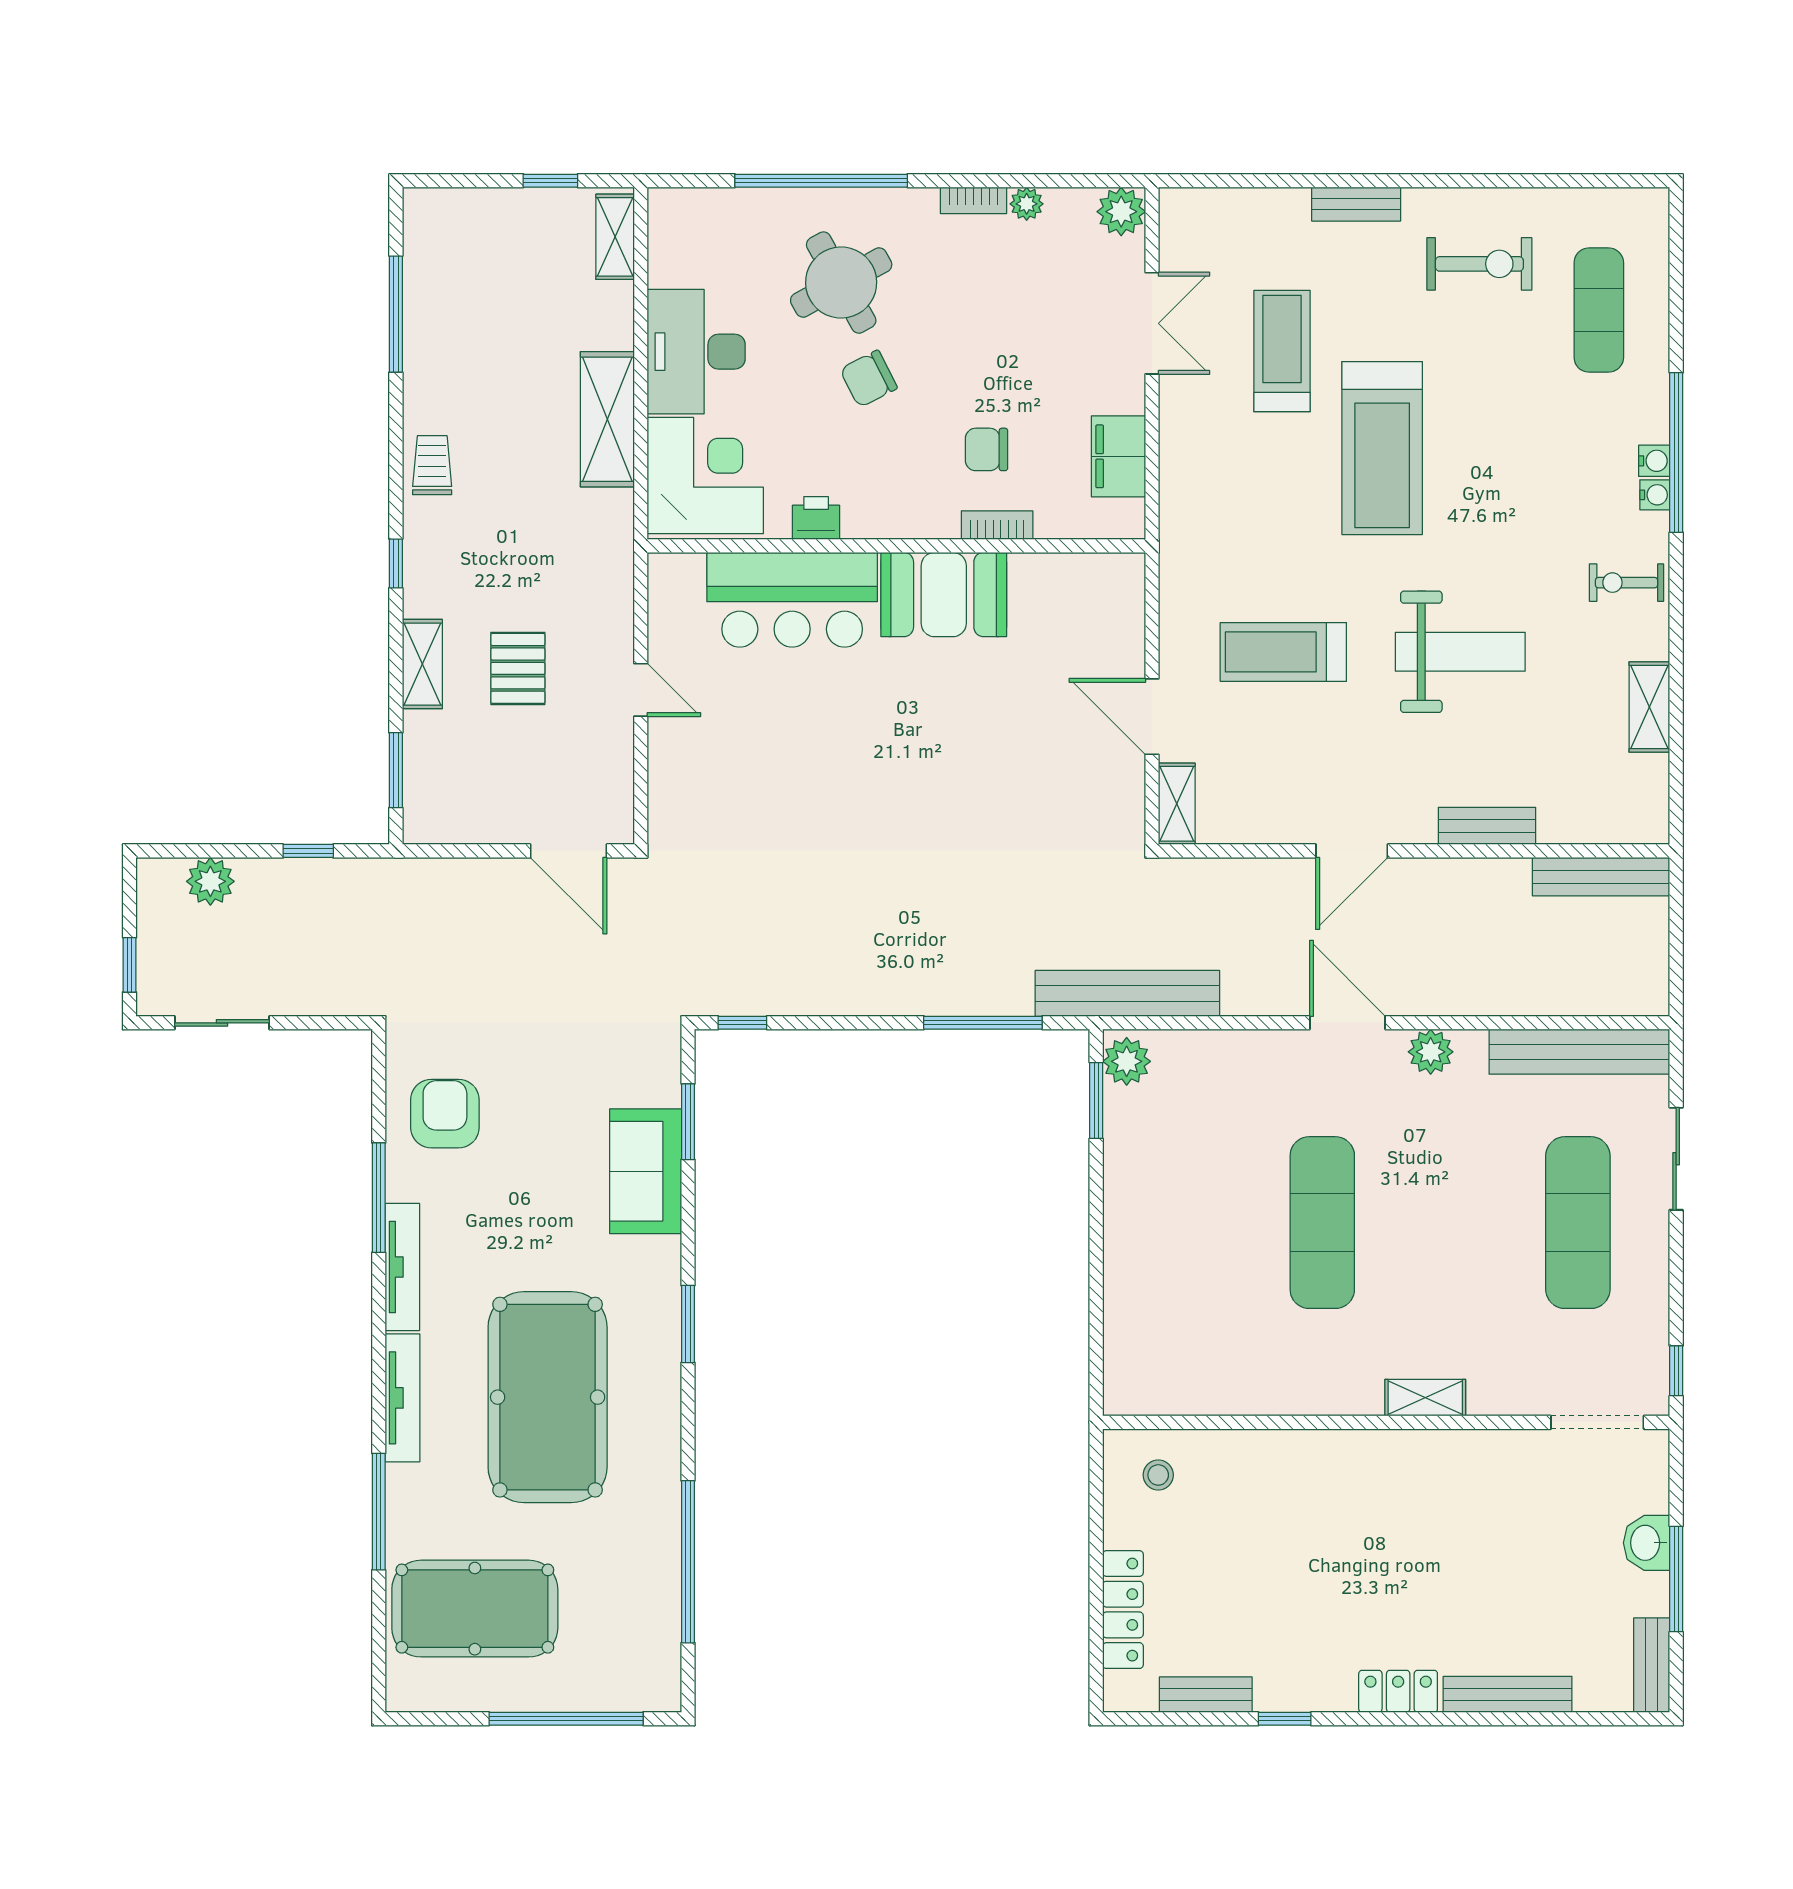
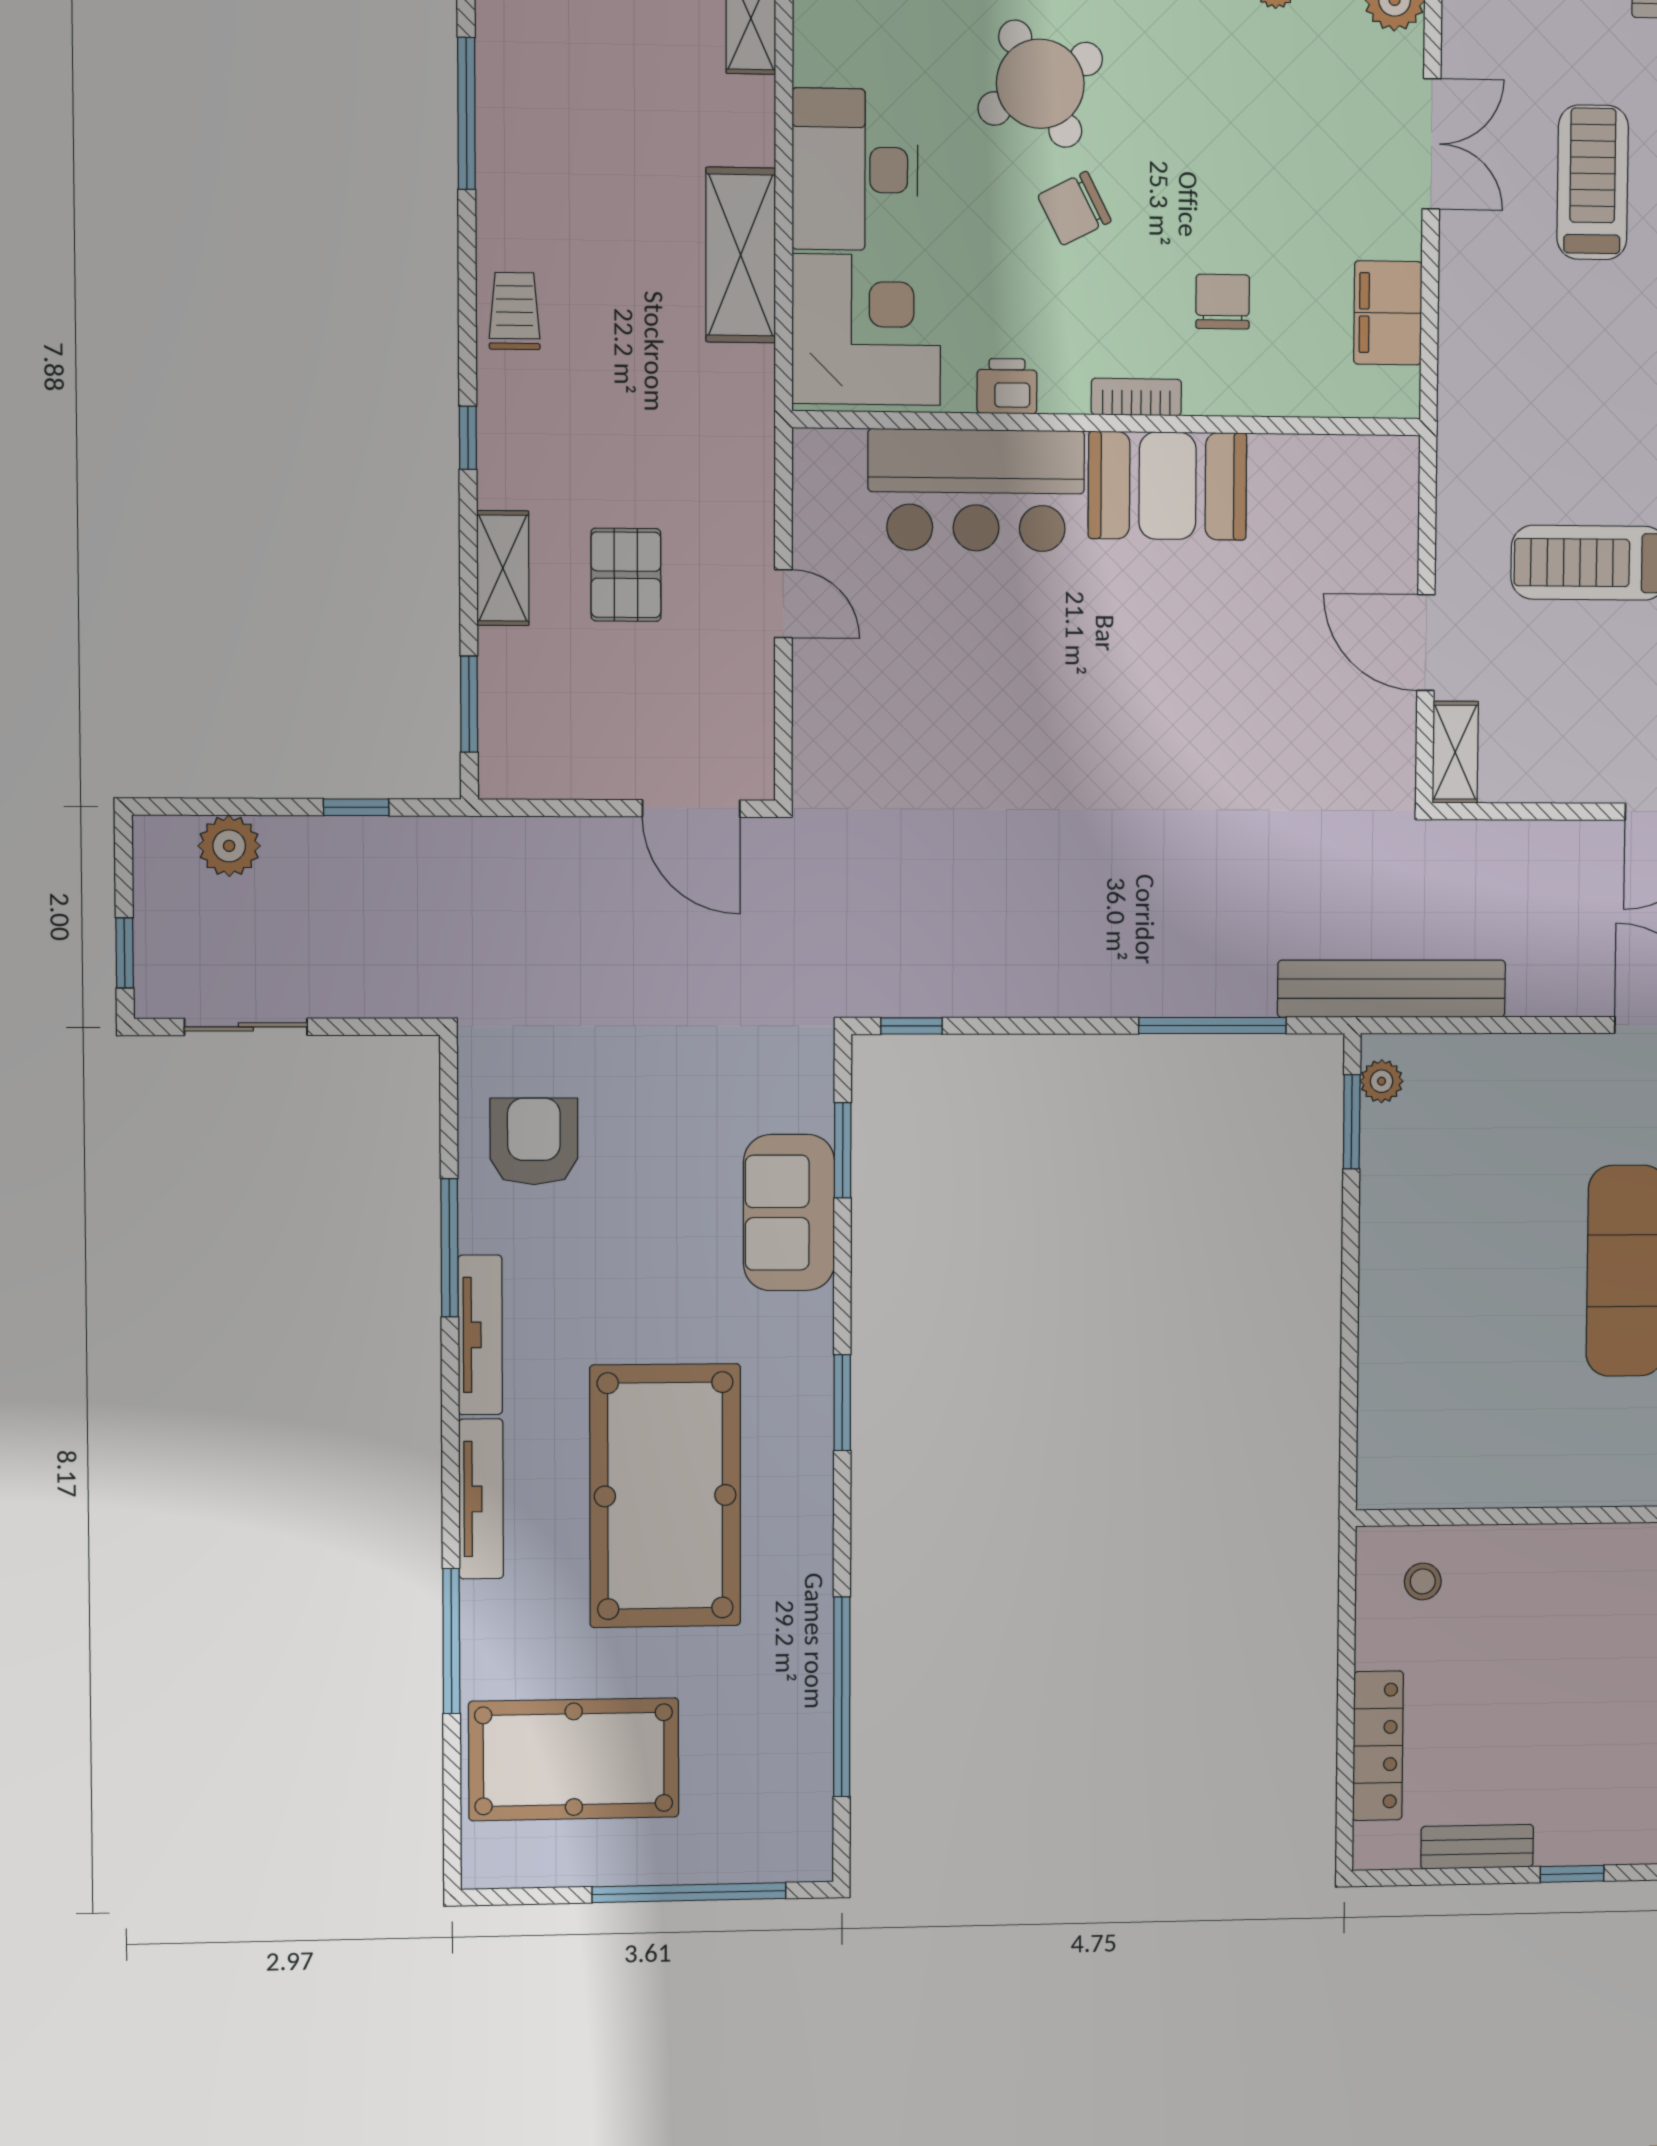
chair: (986, 449) -> (1223, 302), turned 90
bookcase: (997, 525) -> (1136, 397), moved
plant: (1127, 1061) -> (1382, 1081), width x0.73, depth x0.73

